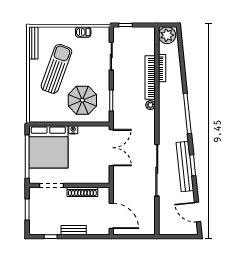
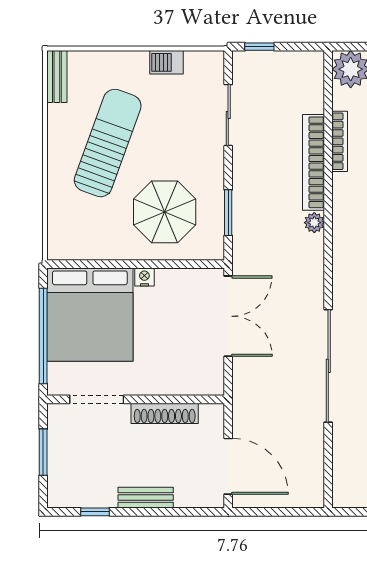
bench: (33, 43) -> (57, 77), width x0.73

